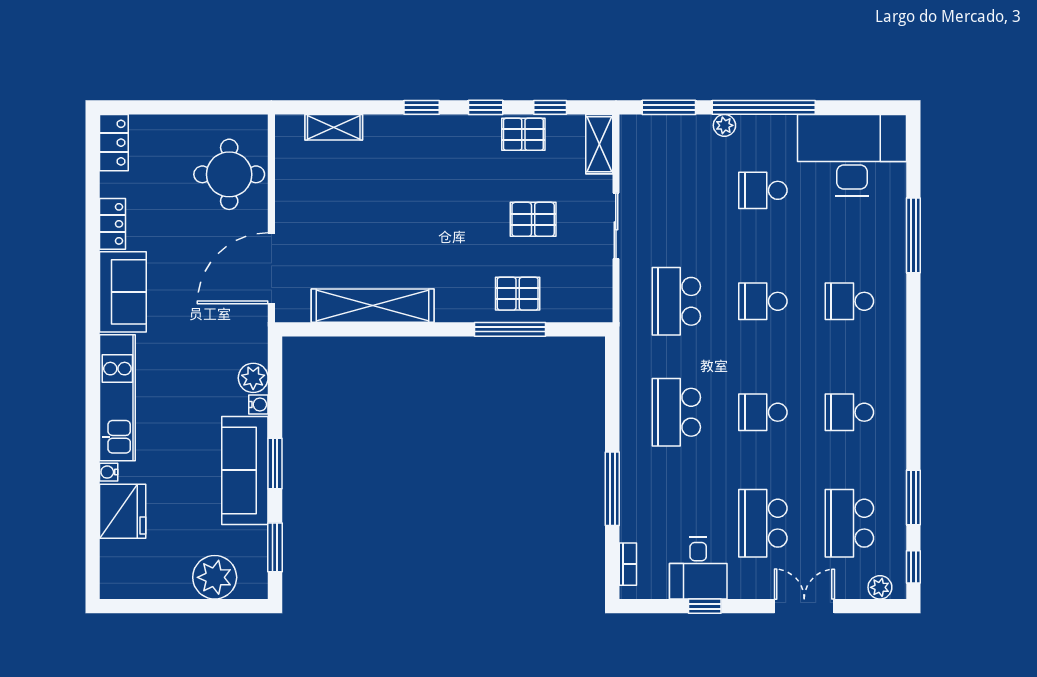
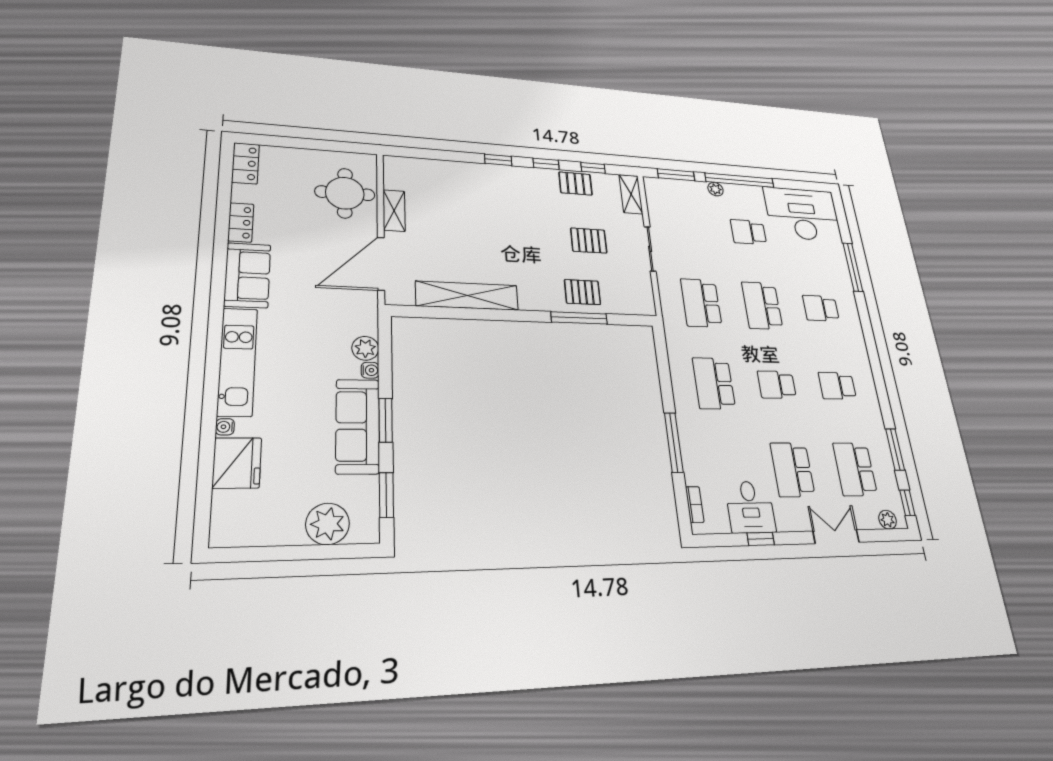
shelving: (334, 127) -> (394, 211), moved, turned 90
school desk: (763, 301) -> (762, 306), width x1.85

